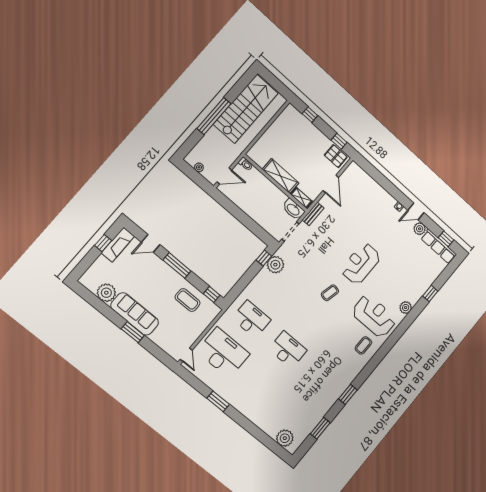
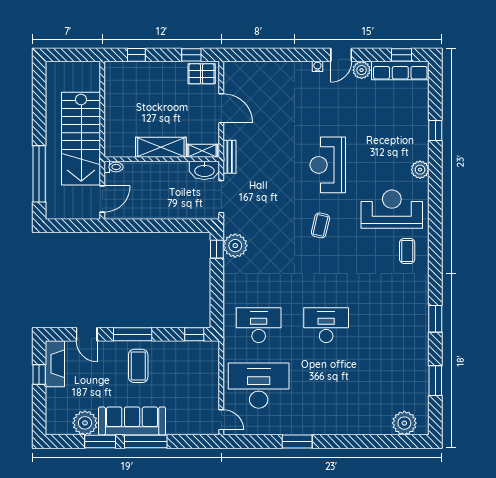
stairs: (246, 109) -> (81, 139), moved, turned 180
window: (214, 116) -> (39, 174), moved
plant: (199, 167) -> (69, 213), removed
door: (151, 243) -> (87, 334), hinge flipped
coffee table: (188, 300) -> (138, 366), moved, turned 90
window: (106, 311) -> (100, 442), added
window: (133, 332) -> (146, 442), width x1.44

